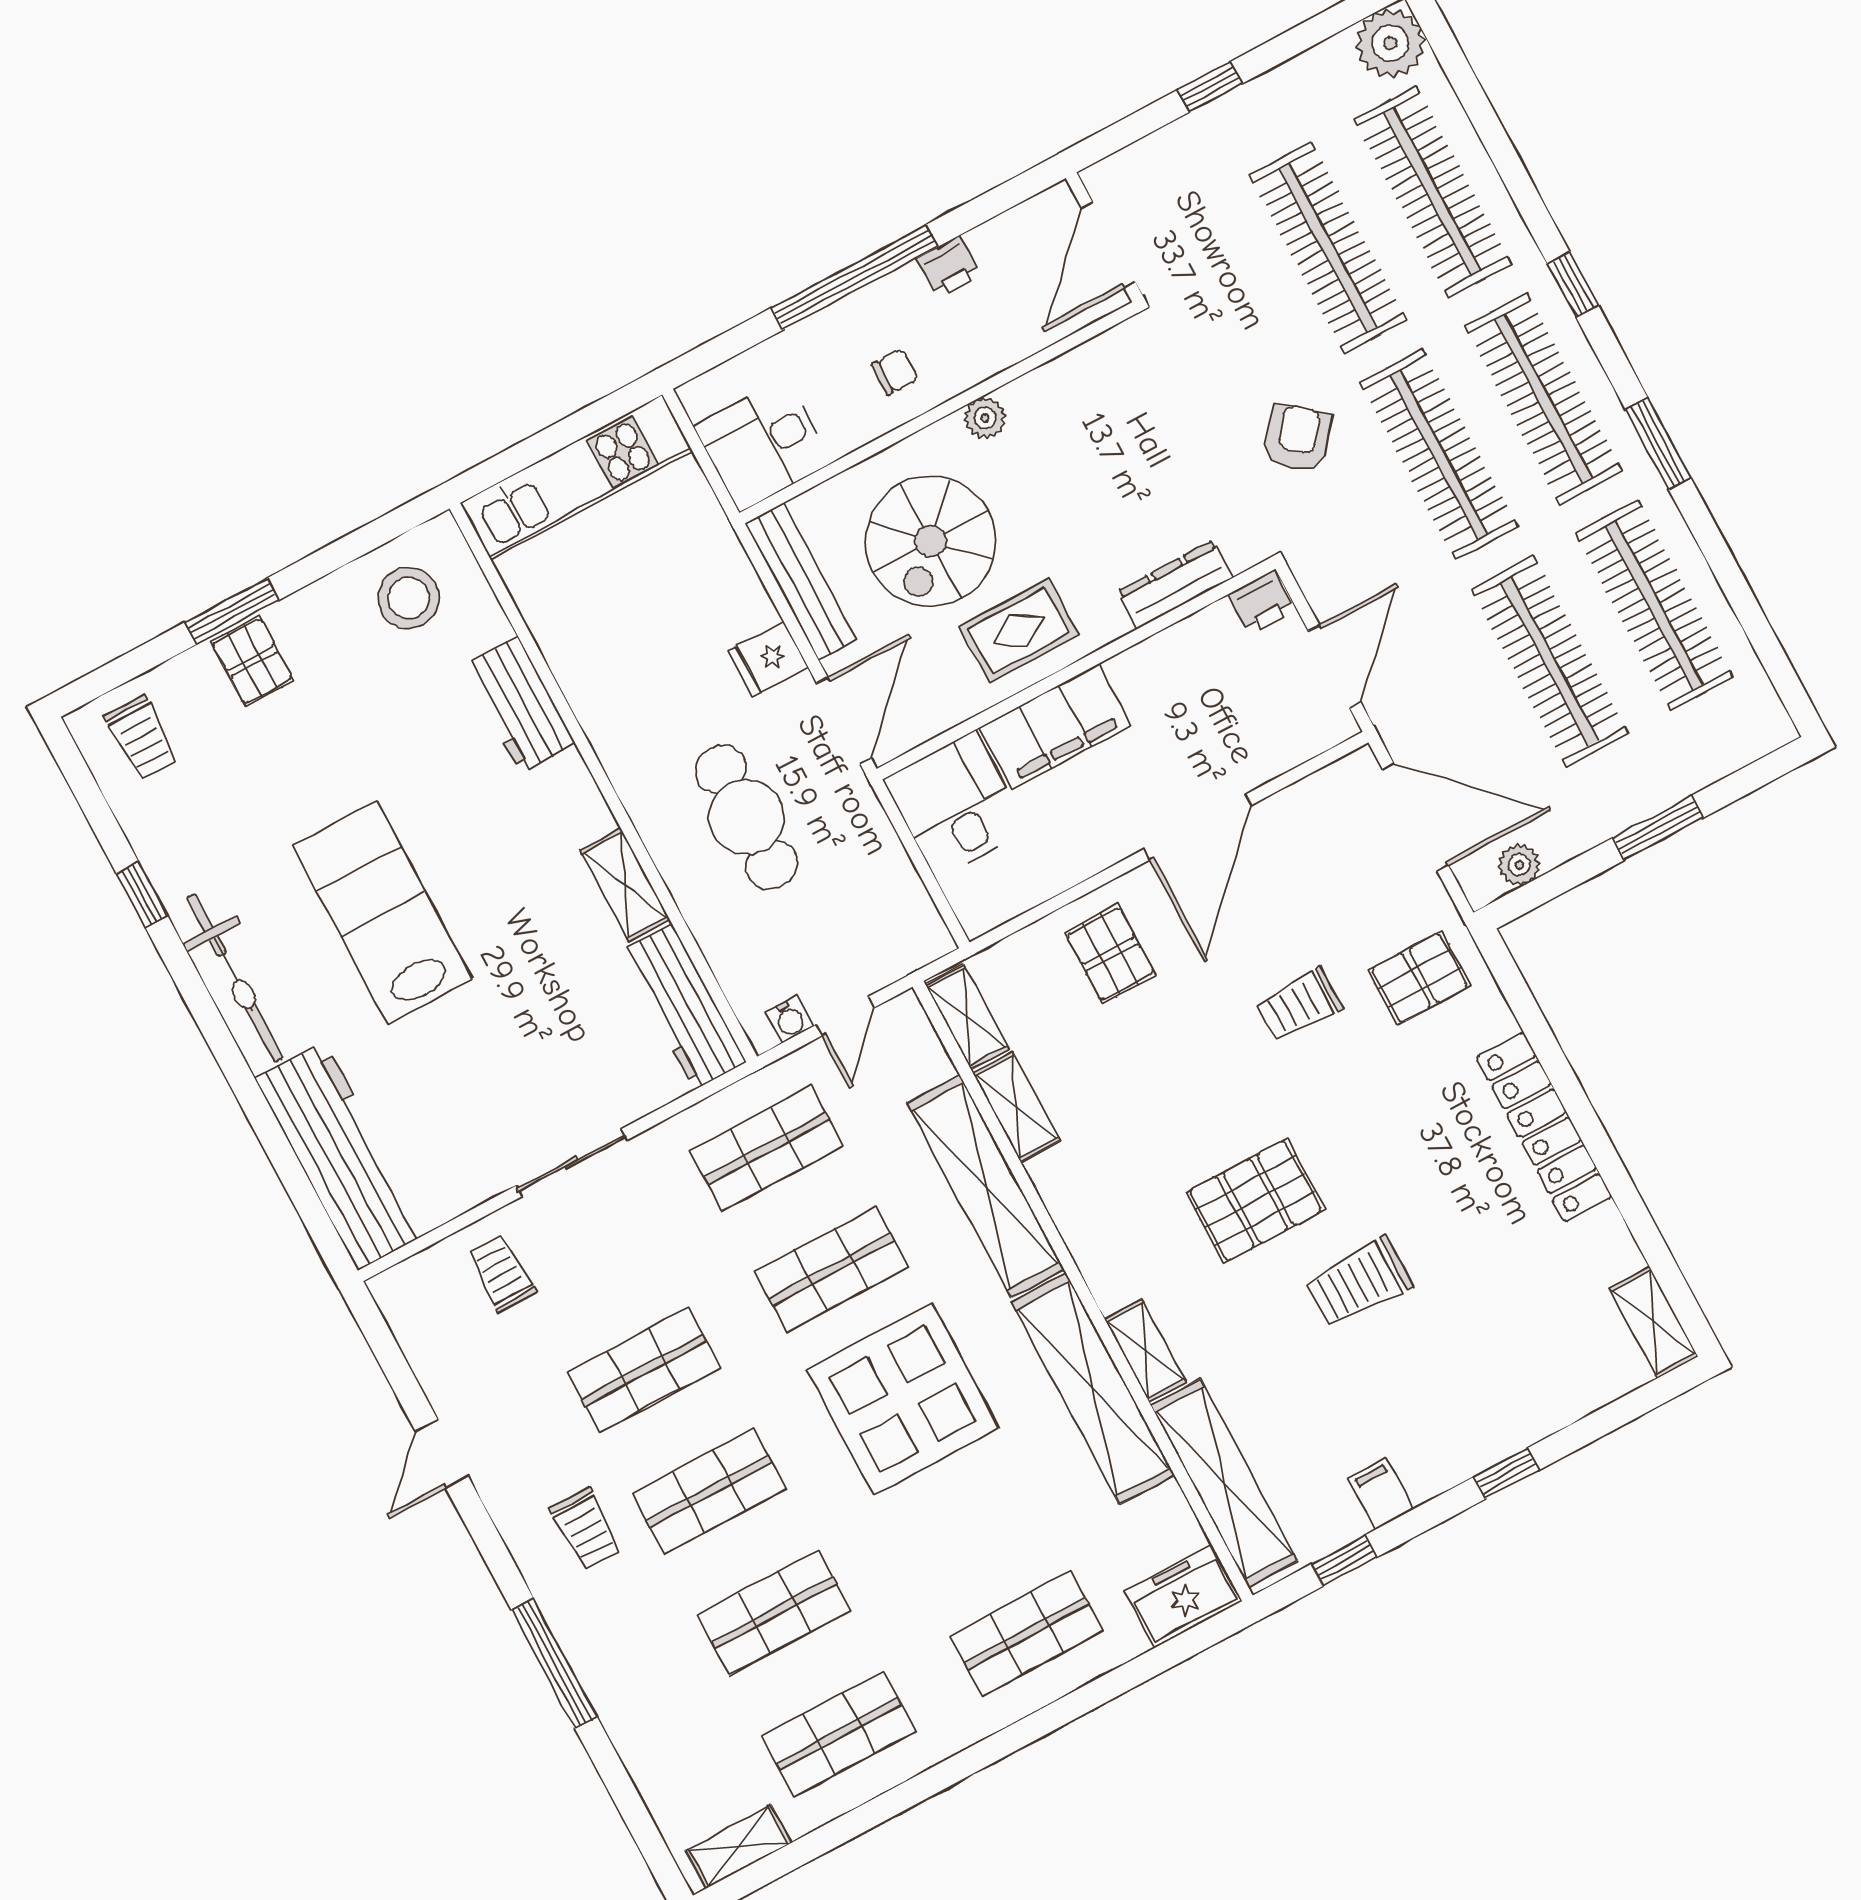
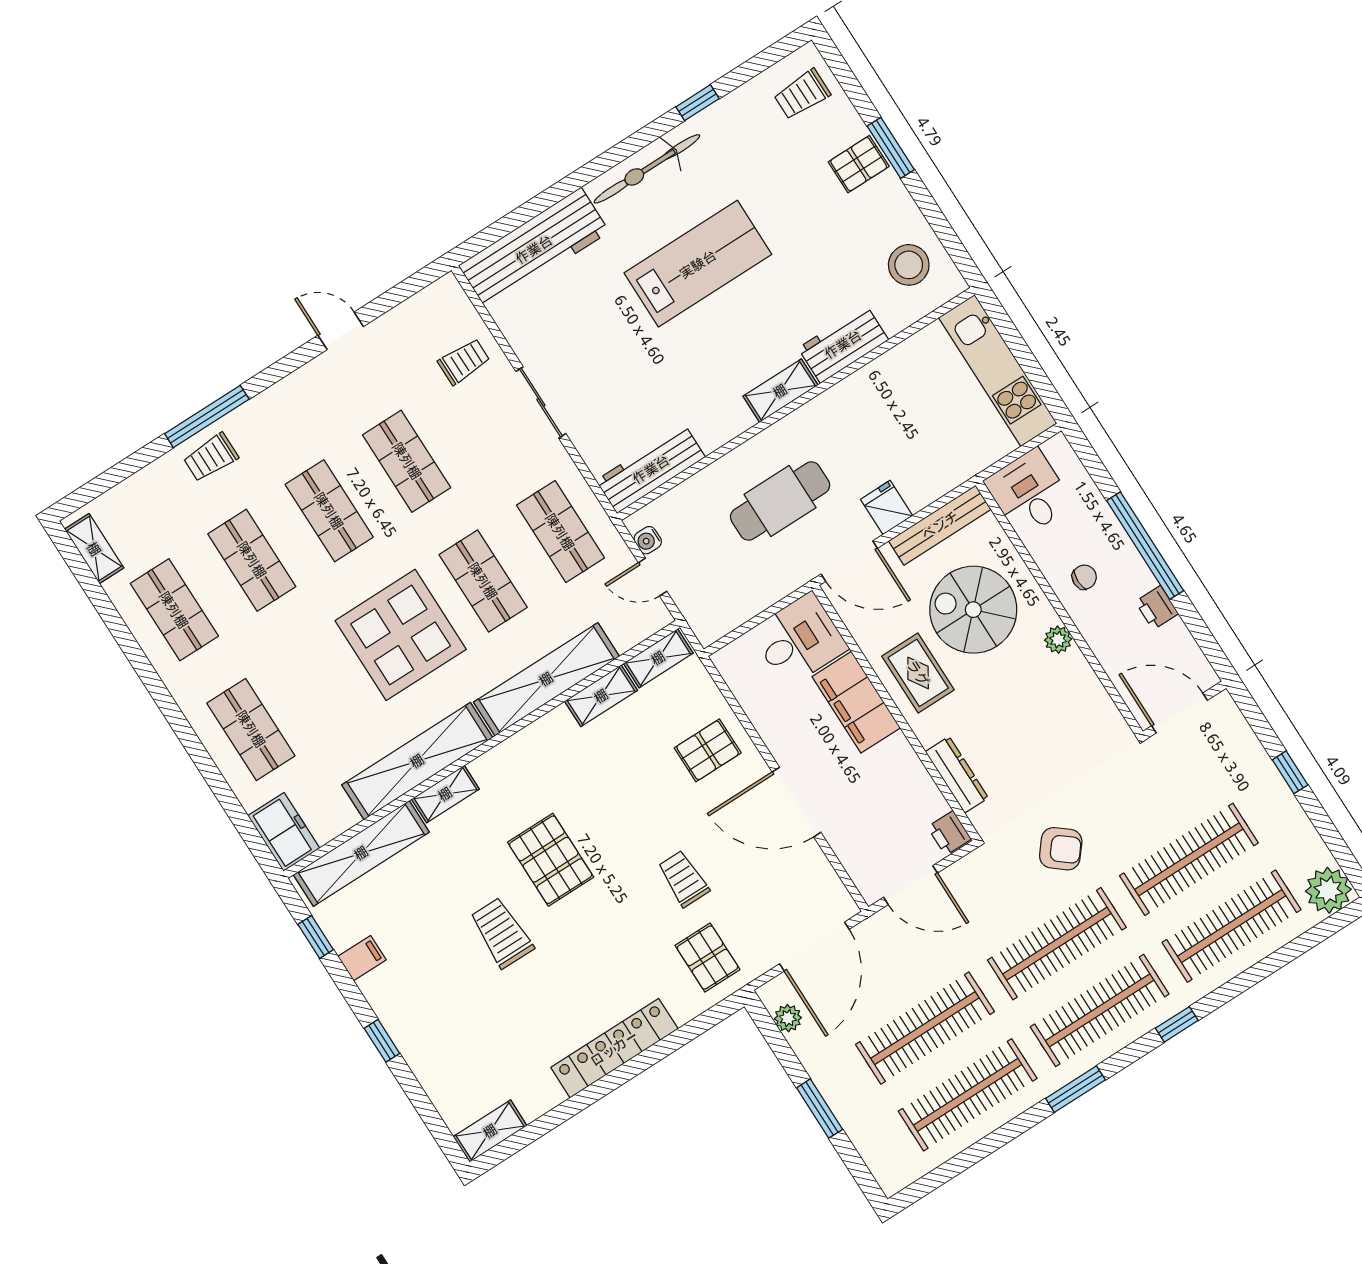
chair: (895, 372) -> (1084, 577), turned -90
shelving: (625, 885) -> (780, 391), moved
trolley: (586, 1529) -> (211, 457), moved

